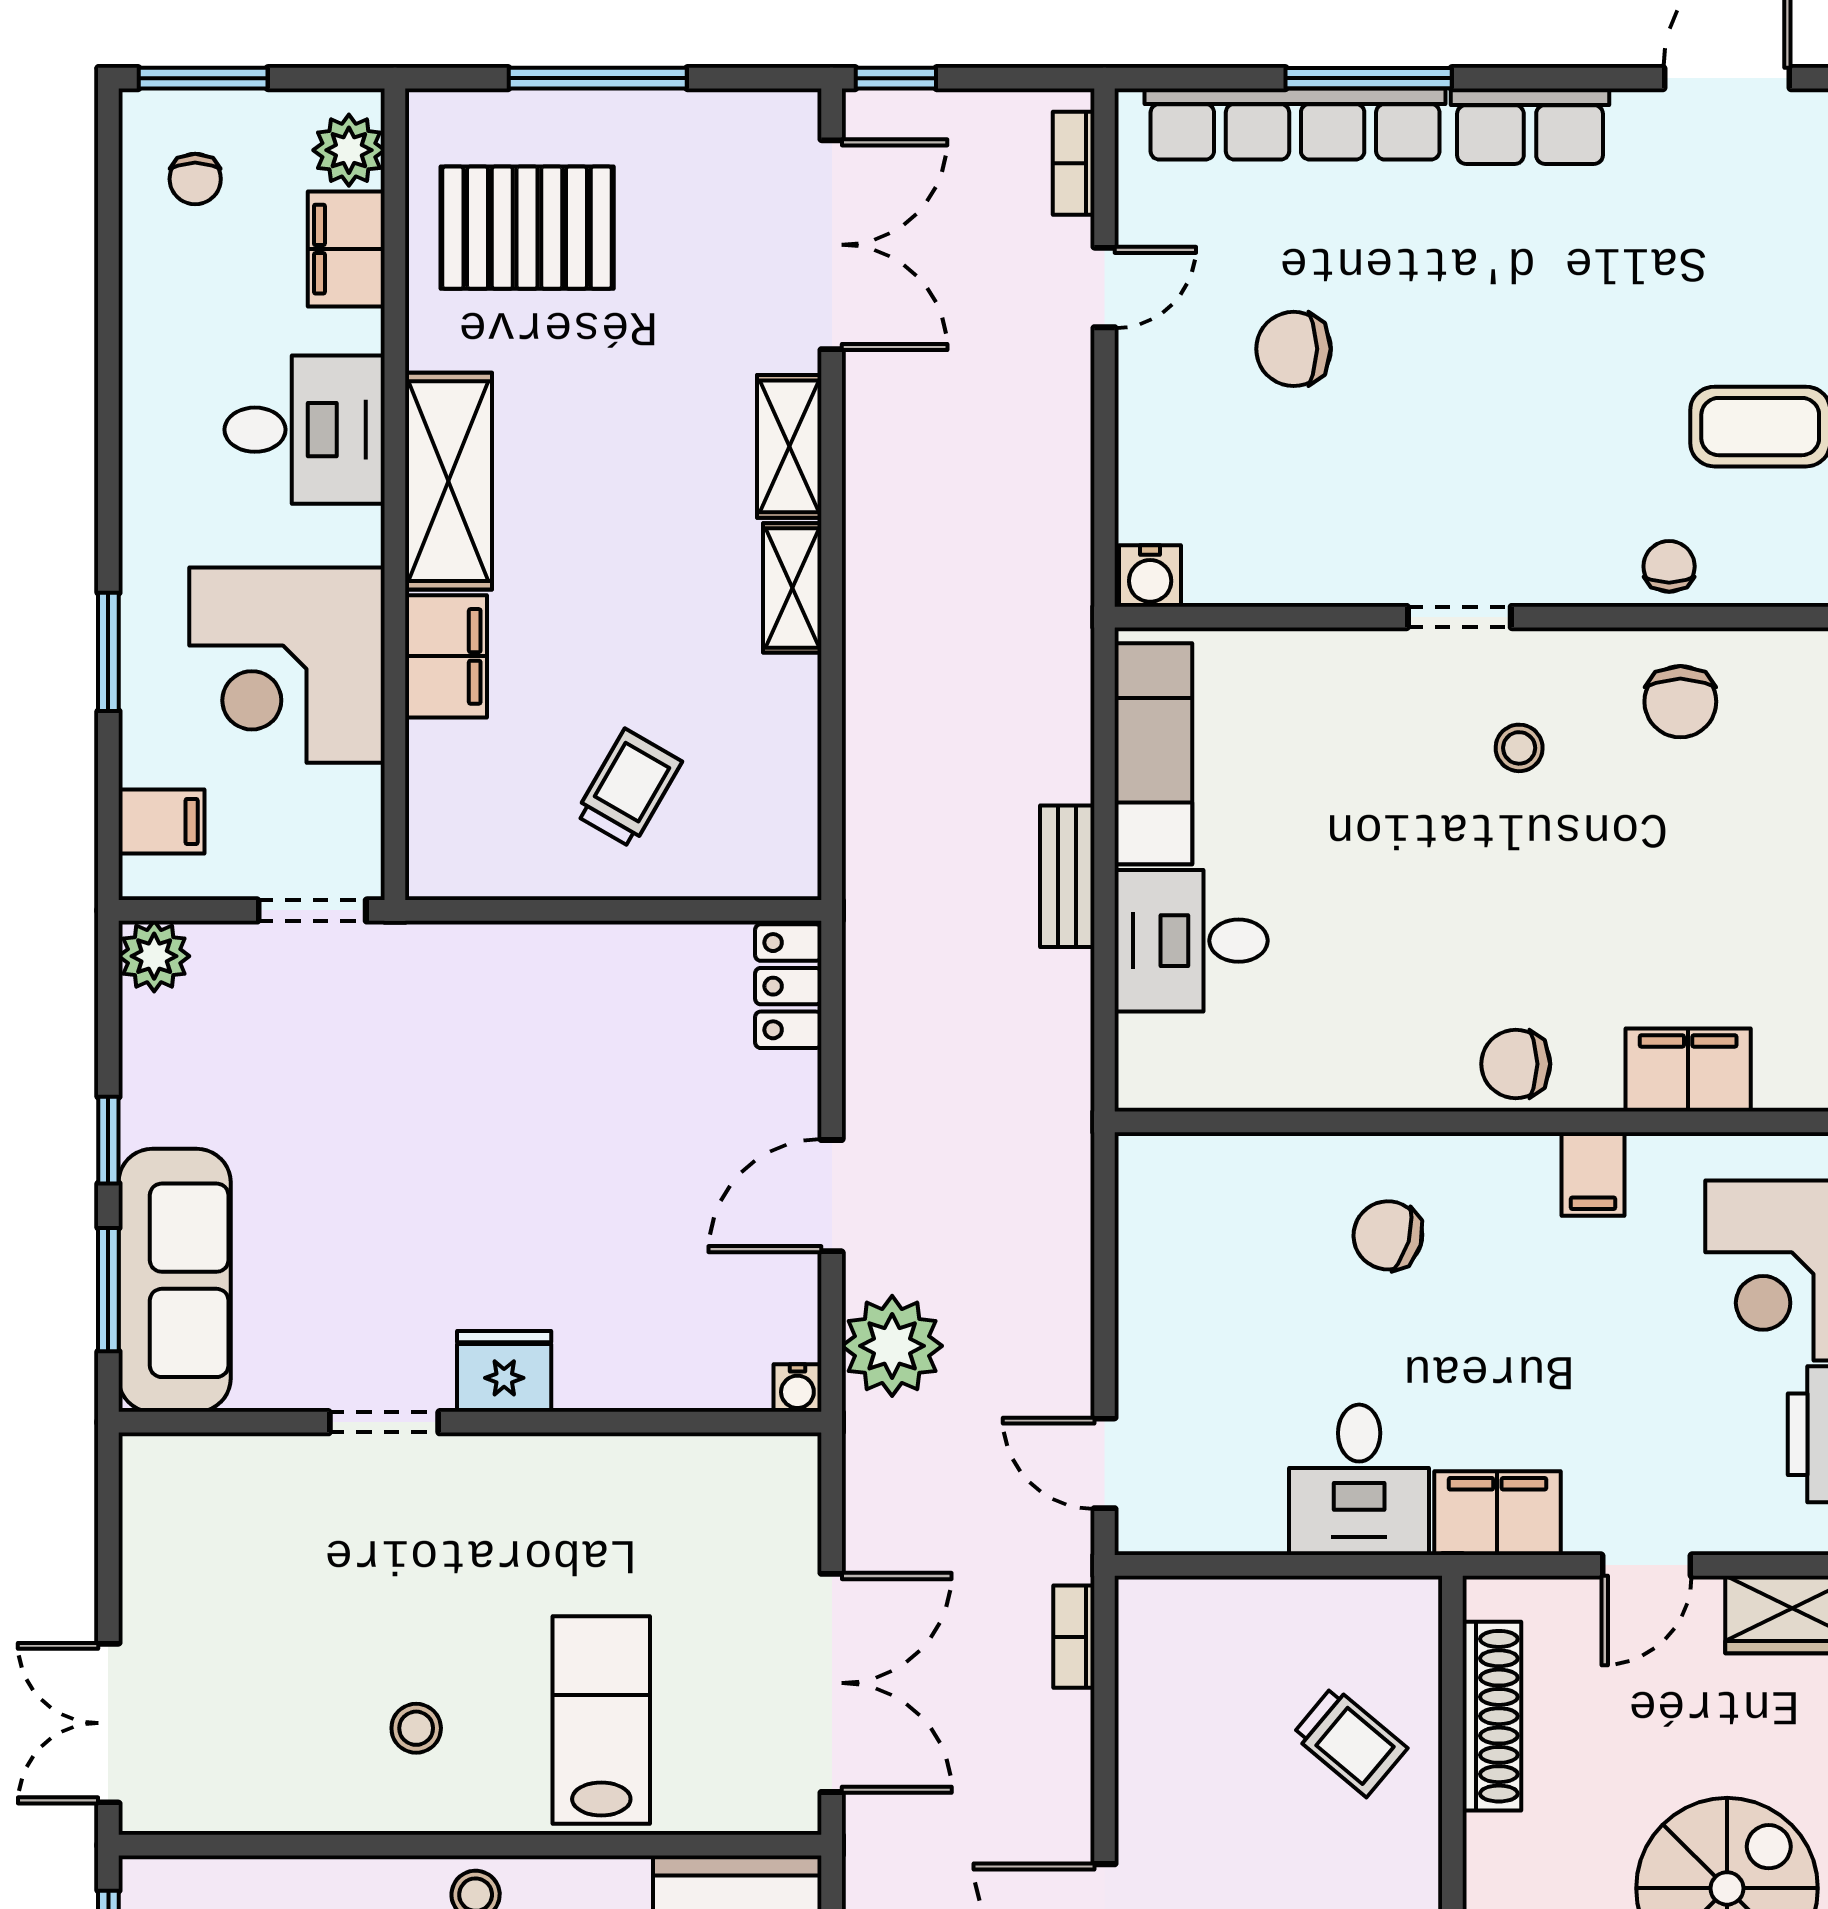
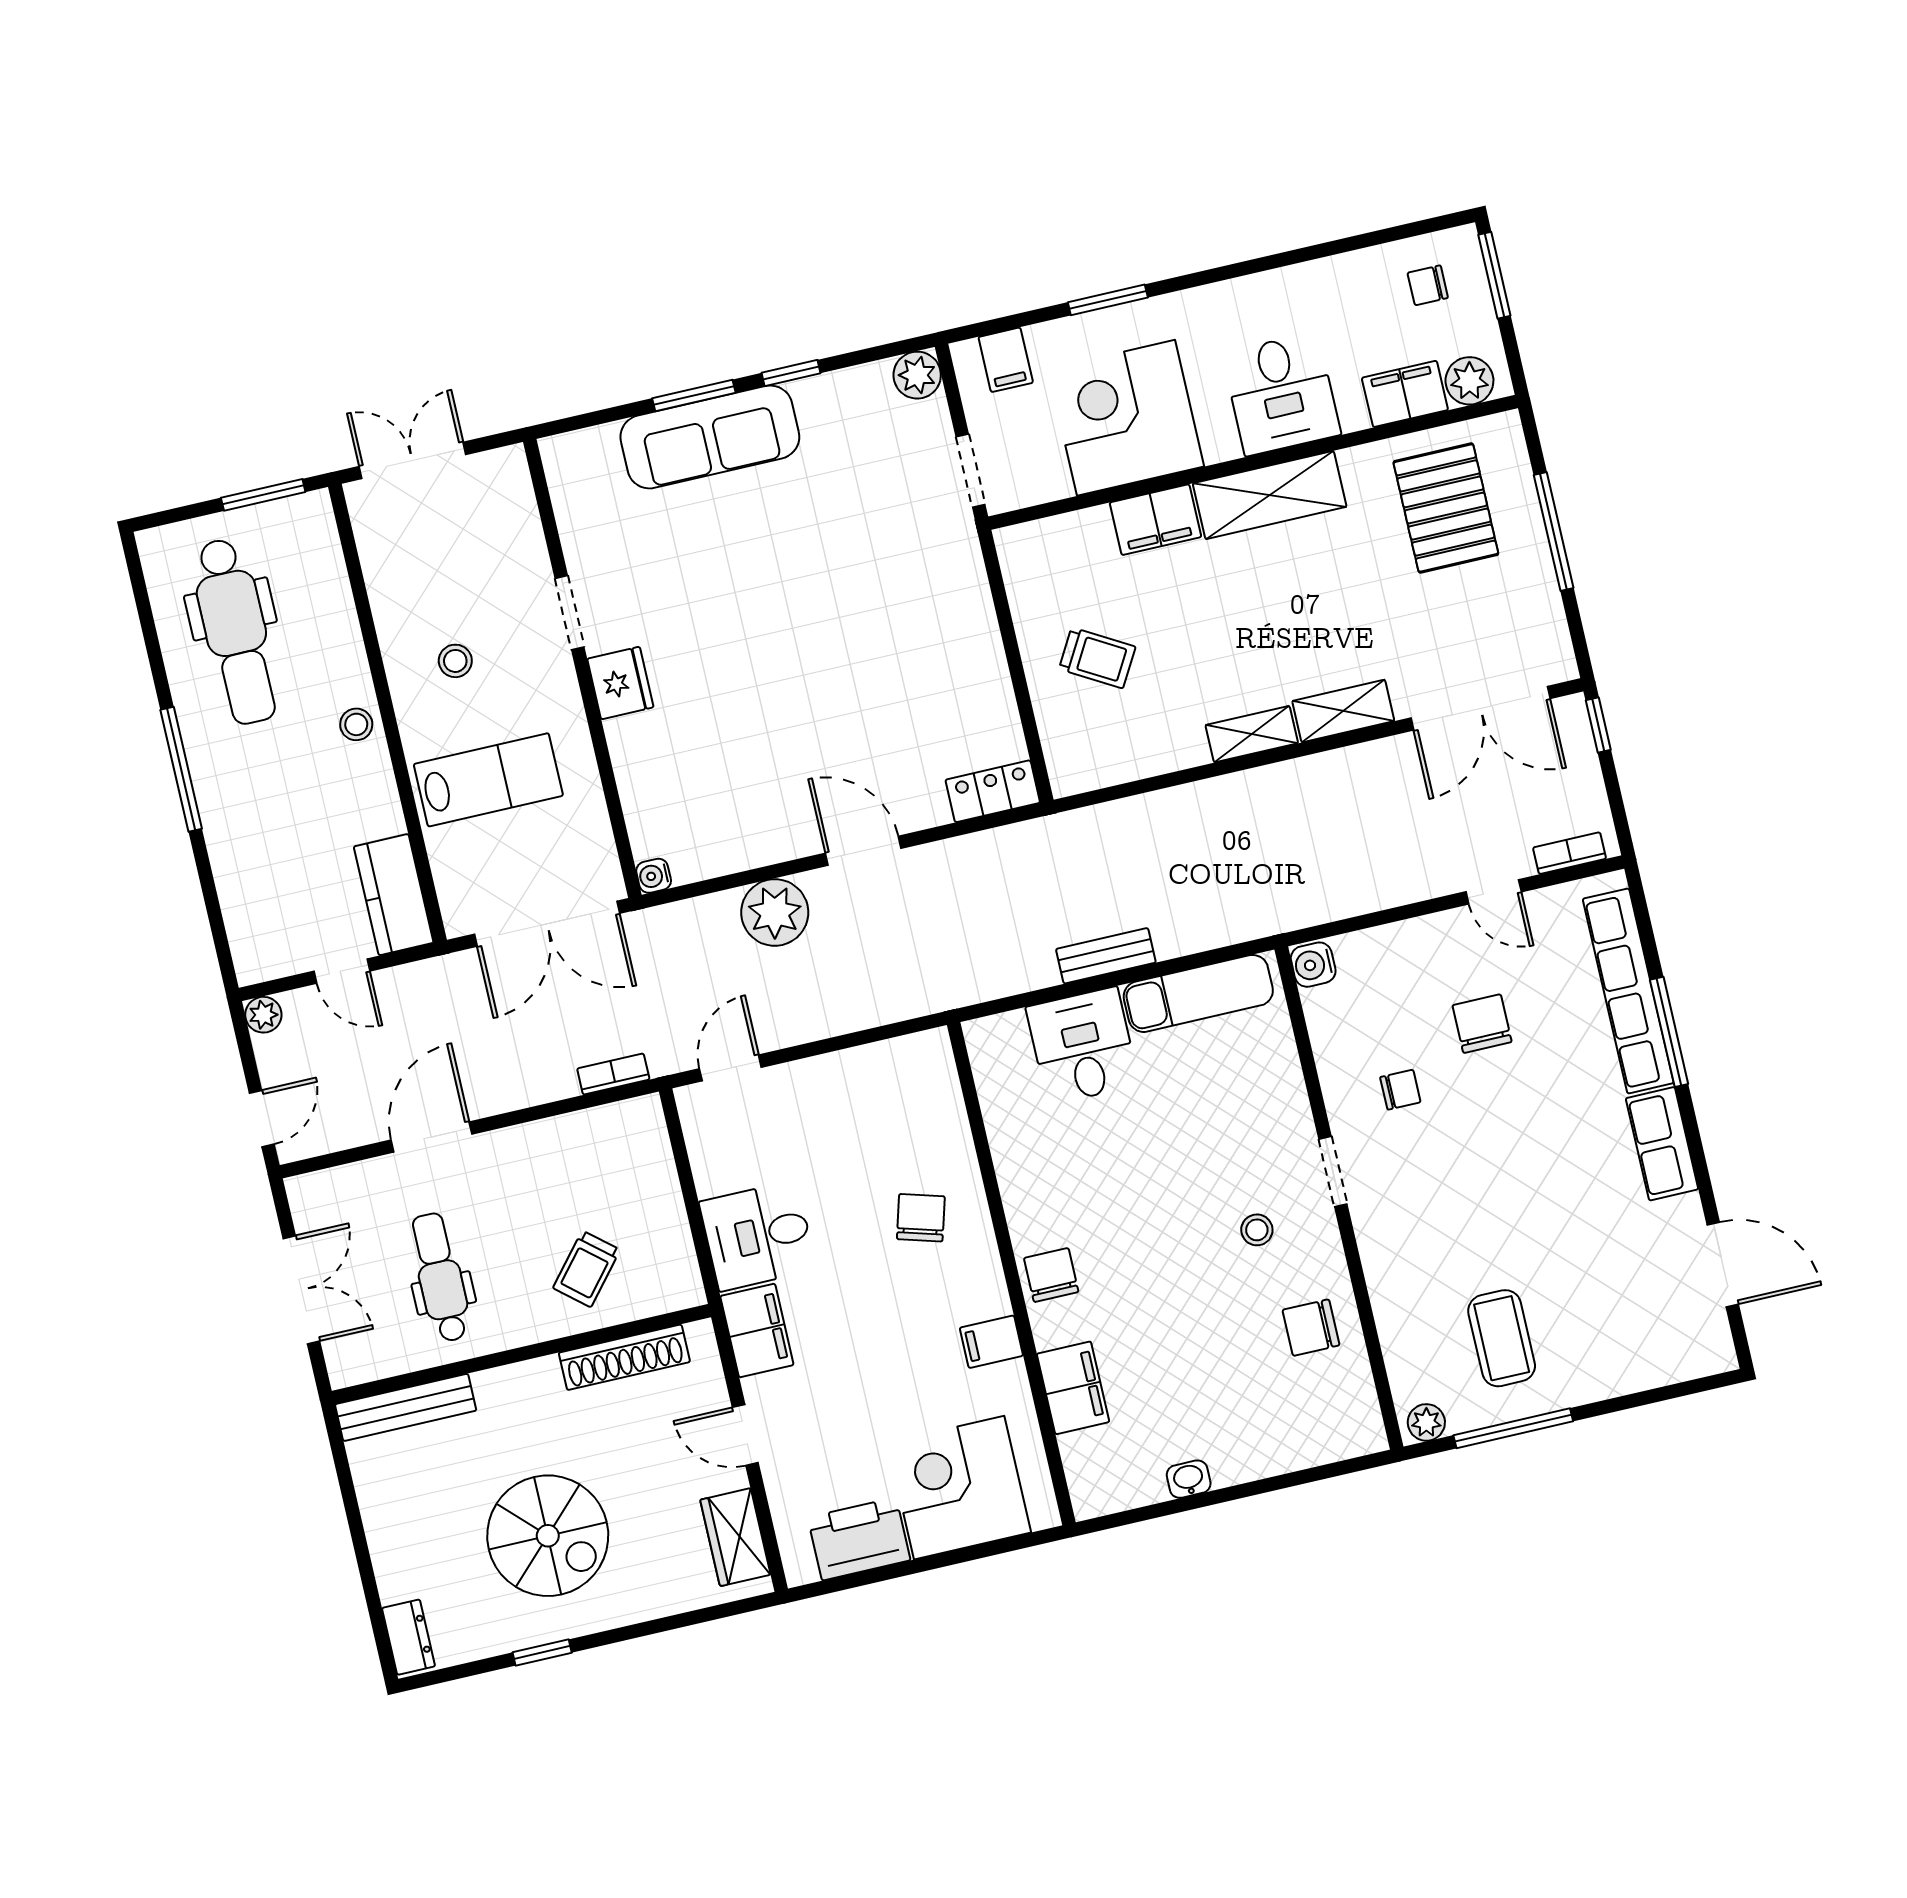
chair: (1669, 566) -> (1400, 1090), moved
fridge: (504, 1371) -> (620, 683), moved
water cooler: (797, 1388) -> (654, 876), moved
doorway: (384, 1422) -> (569, 613), moved
wall: (470, 1422) -> (582, 668), moved

